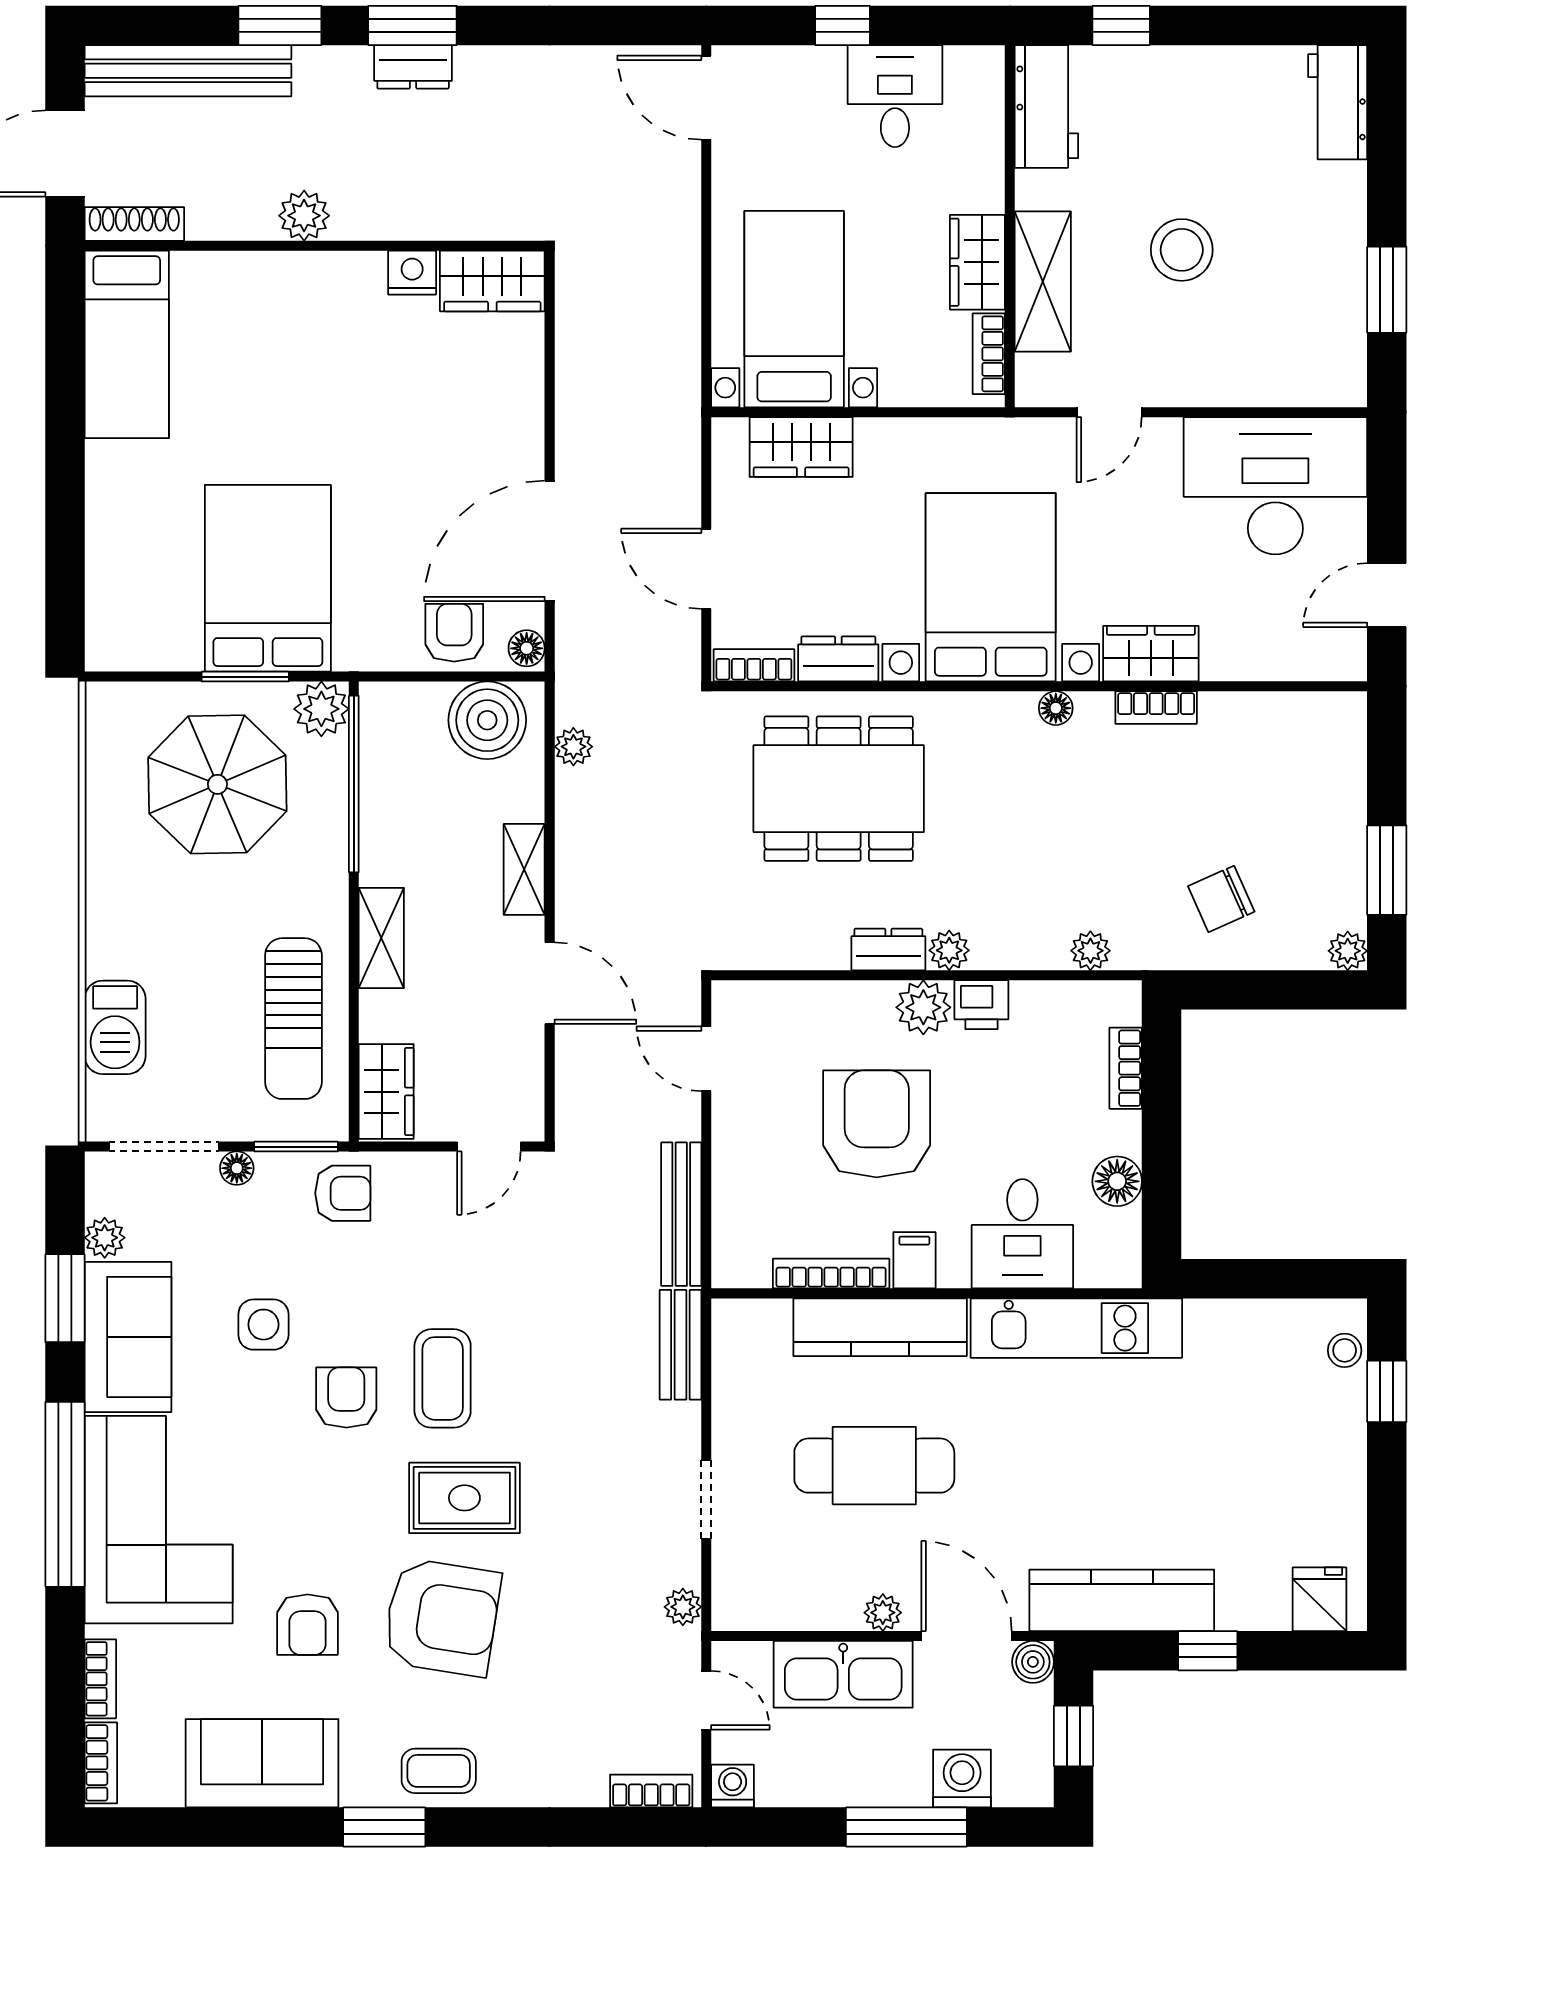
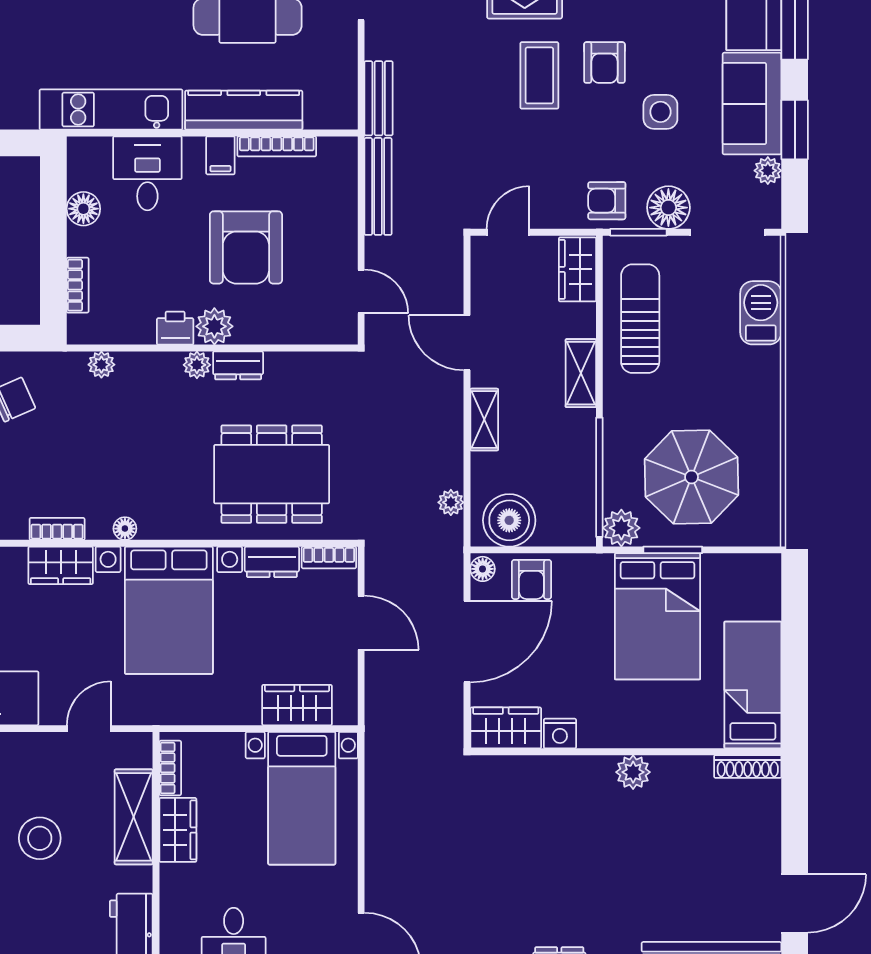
plant: (304, 216) -> (633, 772), moved
shoe rack: (134, 224) -> (748, 766), moved
wall: (315, 246) -> (626, 752), moved
nightstand: (412, 273) -> (560, 734), moved
wardrobe: (492, 281) -> (506, 728), moved
bed: (127, 344) -> (753, 685), moved
floor lamp: (237, 1168) -> (668, 208), width x1.89, depth x1.89

